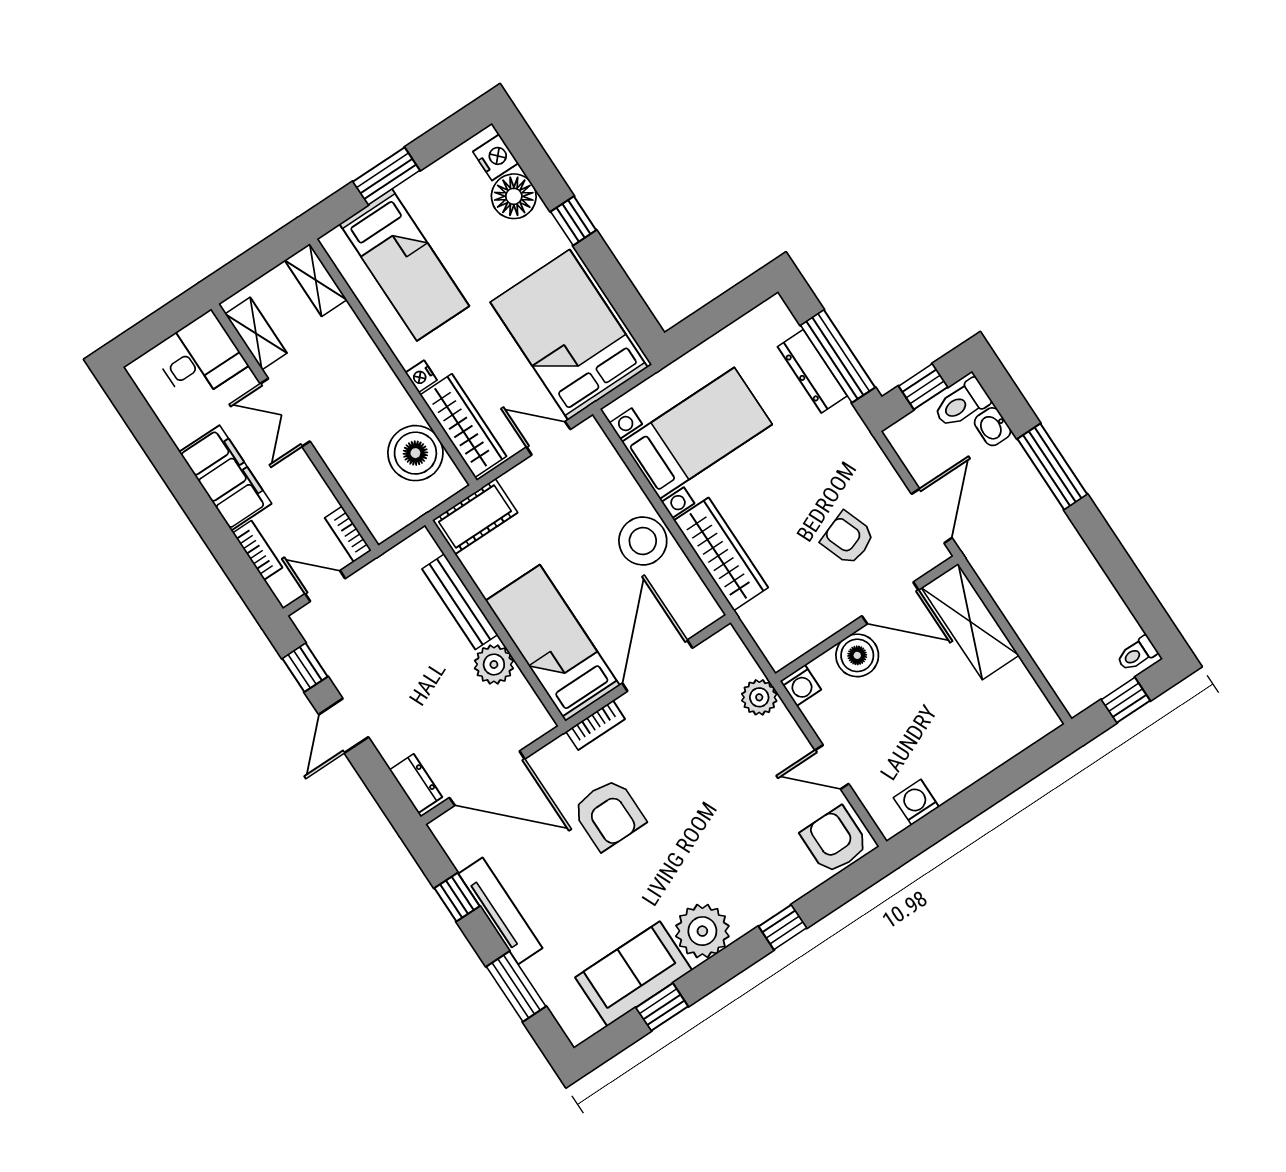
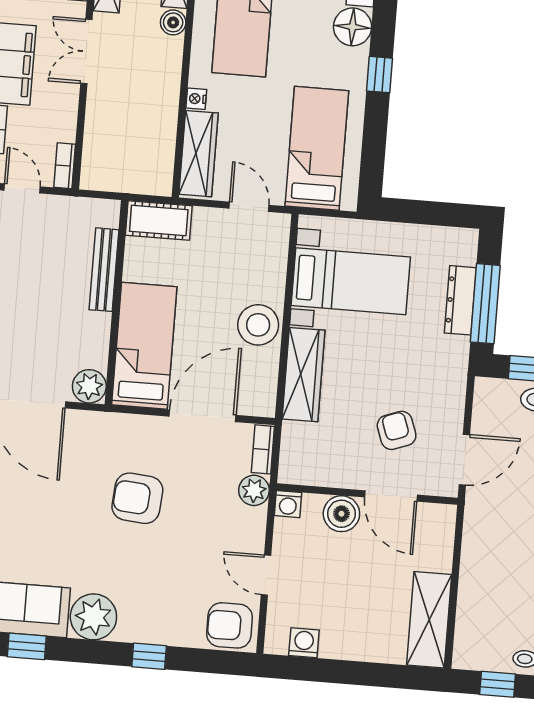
bed: (569, 335) -> (317, 148), width x0.67
boiler: (415, 453) -> (173, 22), moved, width x0.54, depth x0.54
shelving: (970, 622) -> (429, 620), moved
plant: (494, 665) -> (89, 386), moved
bookcase: (595, 725) -> (263, 449), moved, turned 90
armchair: (609, 814) -> (137, 498), moved, turned 95
armchair: (835, 840) -> (230, 625), turned -90

